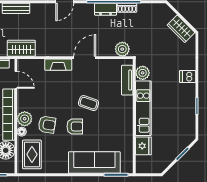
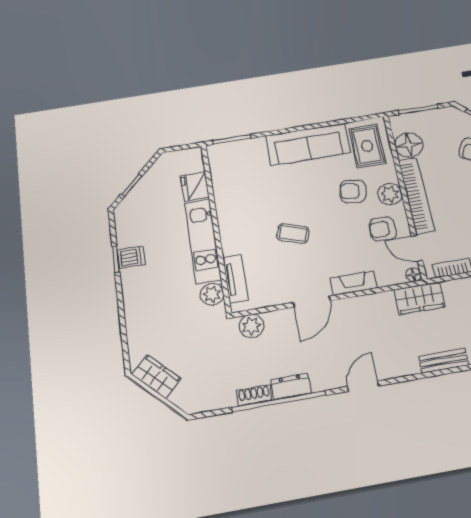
dishwasher: (188, 77) -> (131, 257), moved
armchair: (75, 126) -> (383, 229), moved
floor lamp: (22, 132) -> (413, 275), moved
sofa: (94, 162) -> (308, 144), moved

